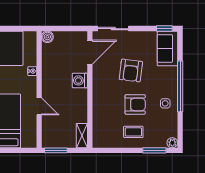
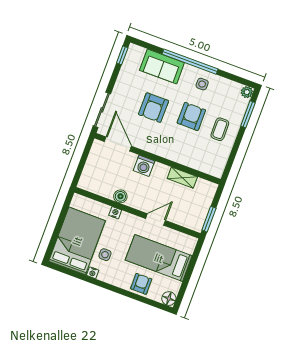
boiler: (47, 37) -> (120, 196), moved
sofa: (167, 48) -> (162, 66), moved
armchair: (131, 70) -> (154, 108), turned 83
shelving: (82, 136) -> (182, 178), moved

